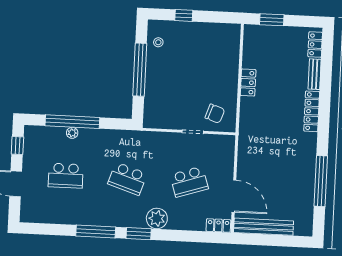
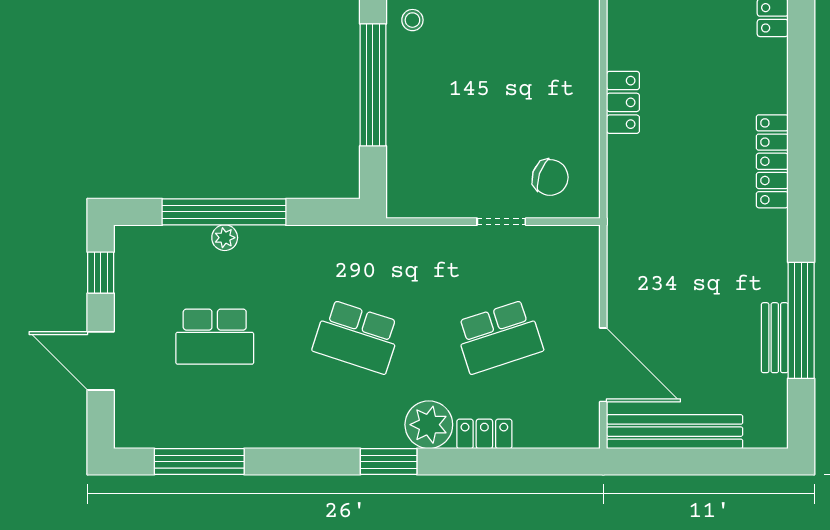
bench: (315, 74) -> (775, 338), moved
locker: (218, 225) -> (484, 434), moved
window: (96, 232) -> (199, 462), moved

